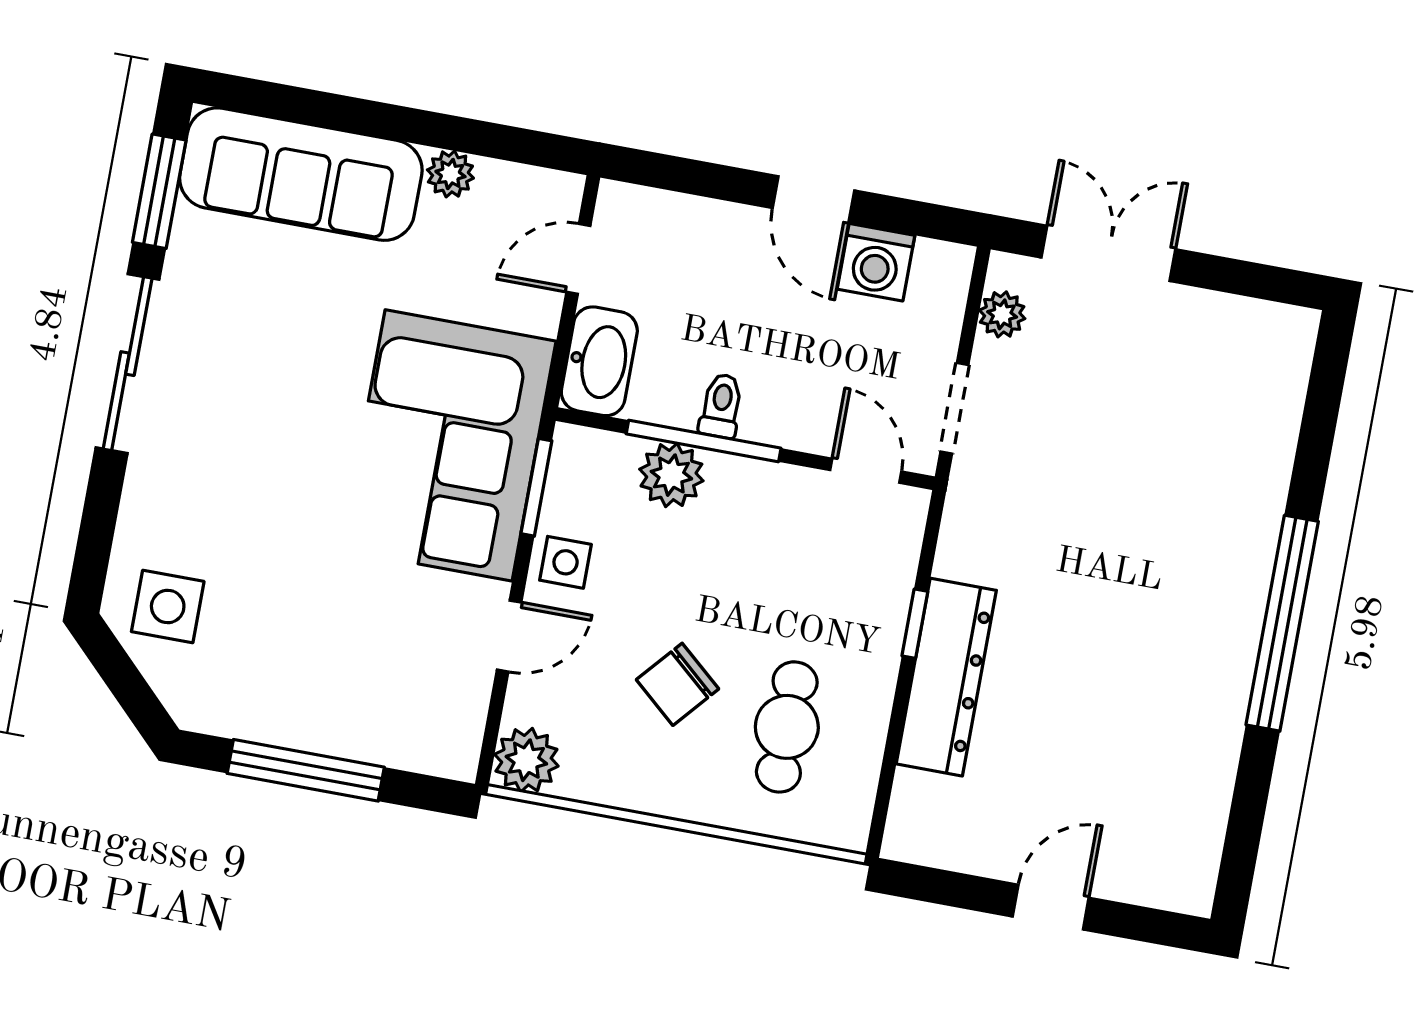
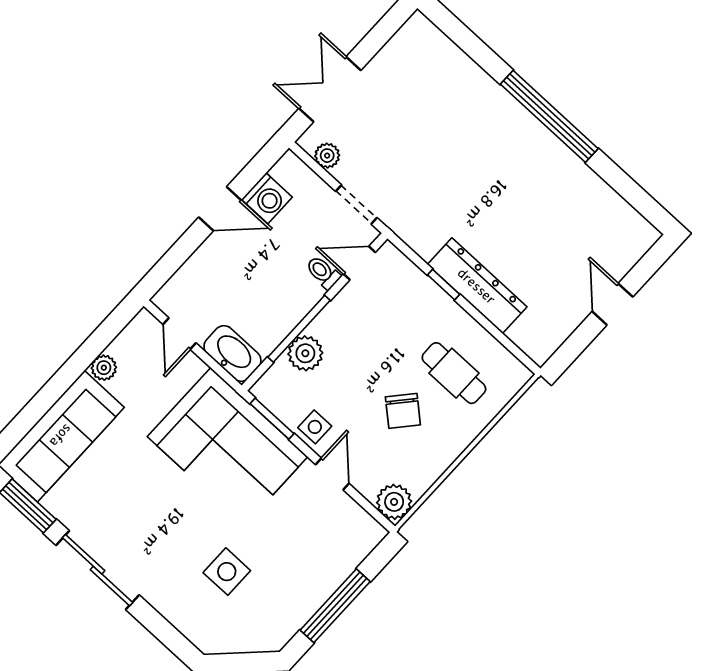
toilet: (721, 406) -> (323, 272), moved
side table: (168, 606) -> (227, 572), moved

